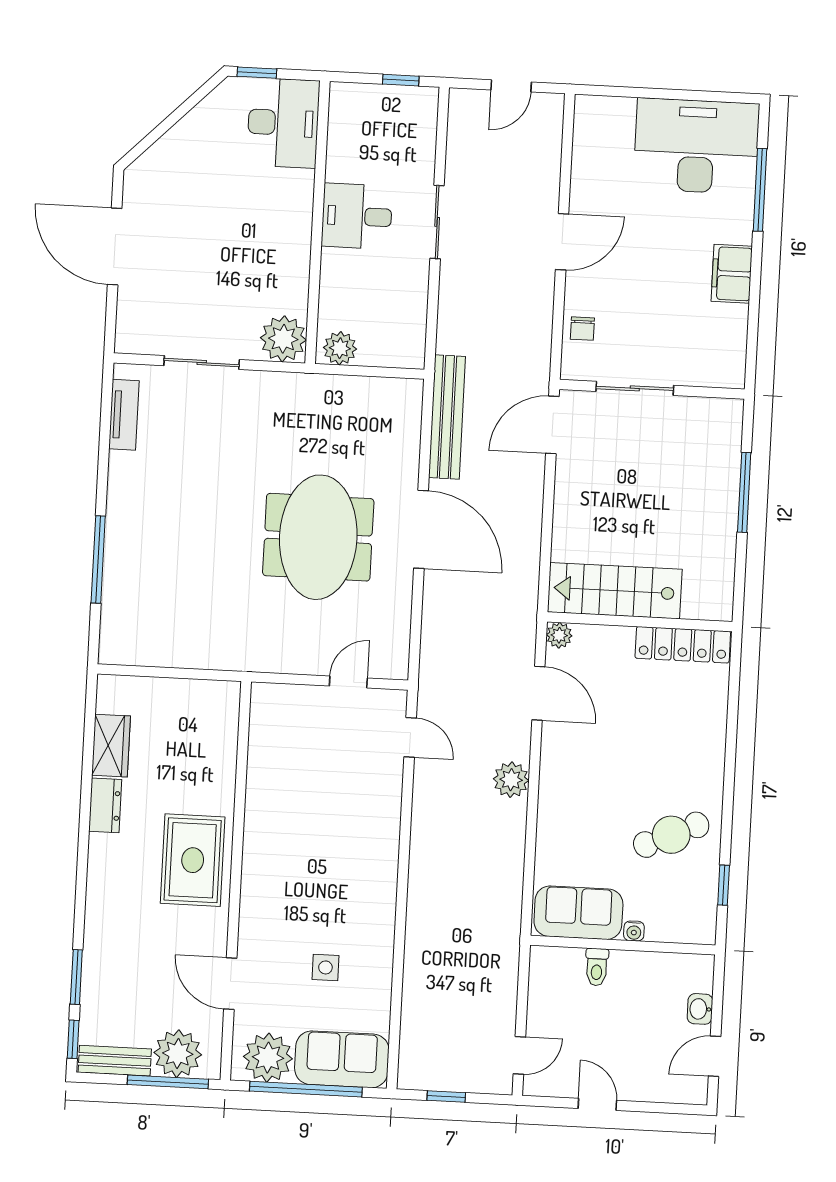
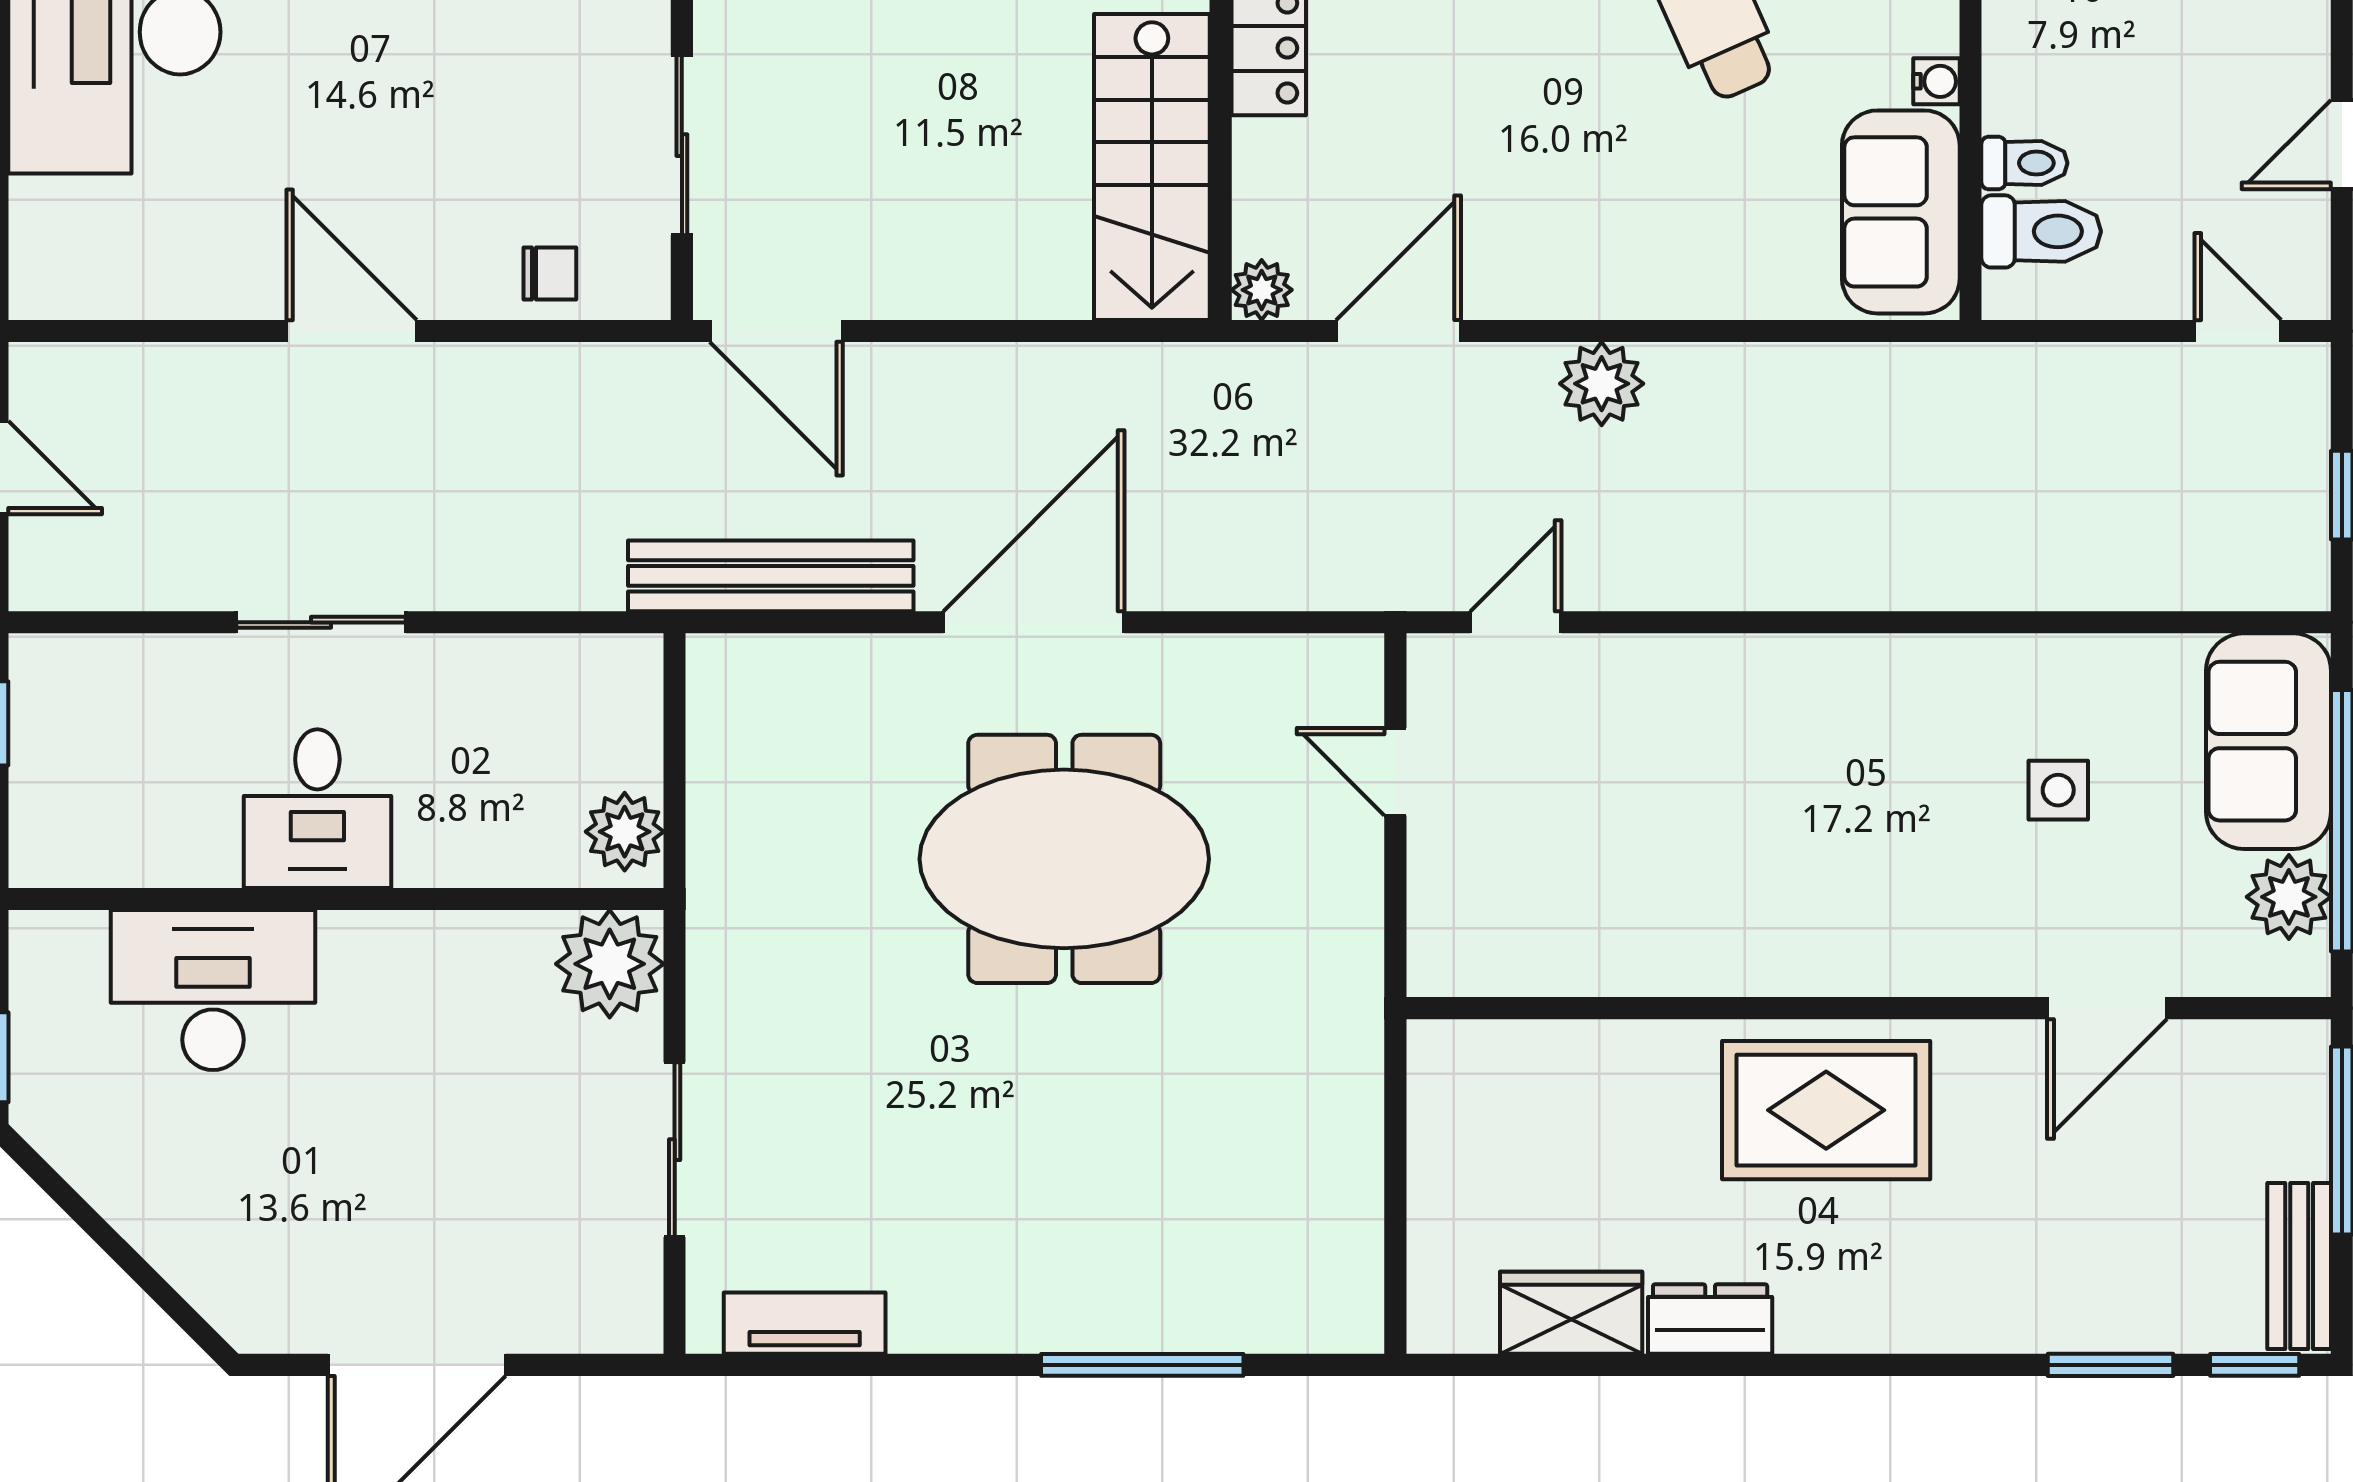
desk: (283, 123) -> (213, 990), moved
toilet: (567, 973) -> (2041, 231), added
plant: (178, 1054) -> (2275, 1121), removed
plant: (268, 1058) -> (2289, 897), width x0.73, depth x0.73

